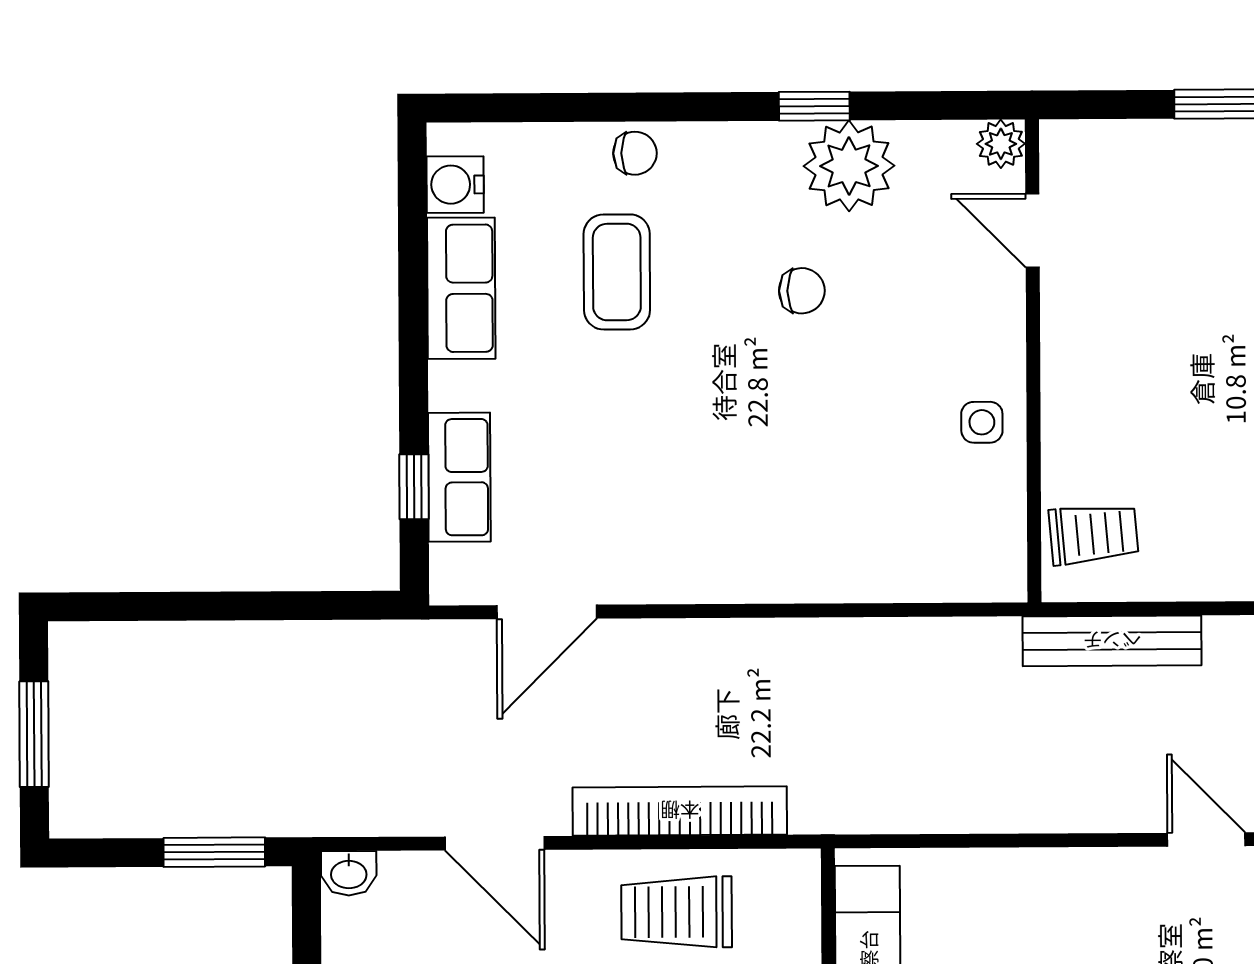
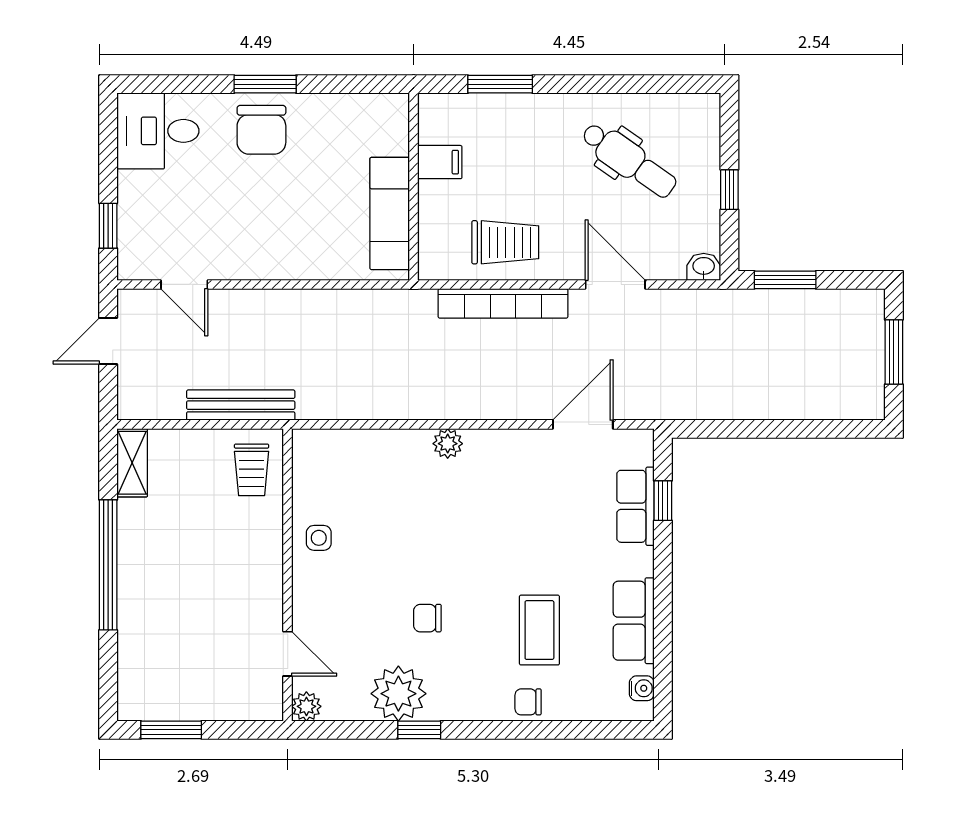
water cooler: (455, 185) -> (642, 688), width x0.72, depth x0.72
trolley: (1094, 534) -> (252, 470), turned -85
plant: (770, 579) -> (448, 444), added

